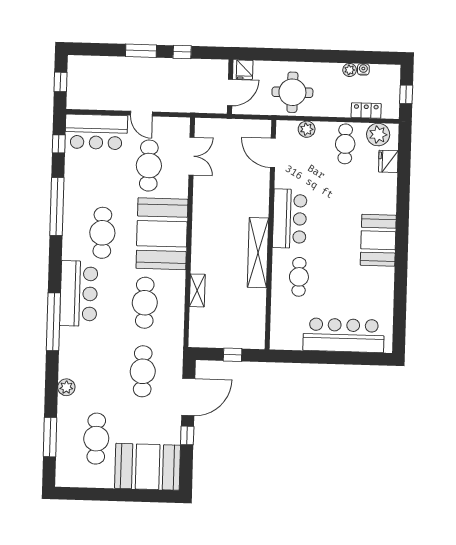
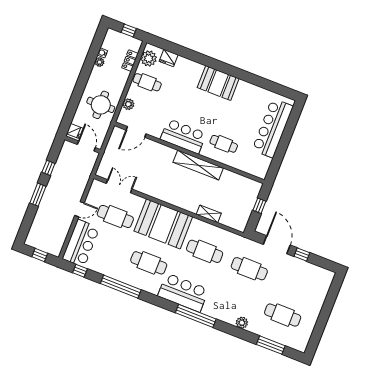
booth: (148, 467) -> (313, 288), removed

